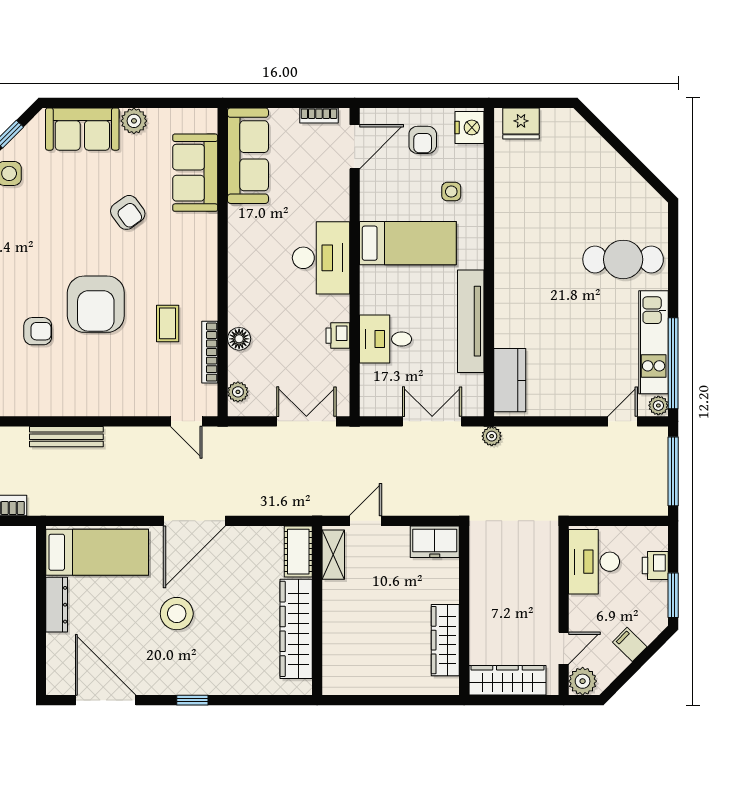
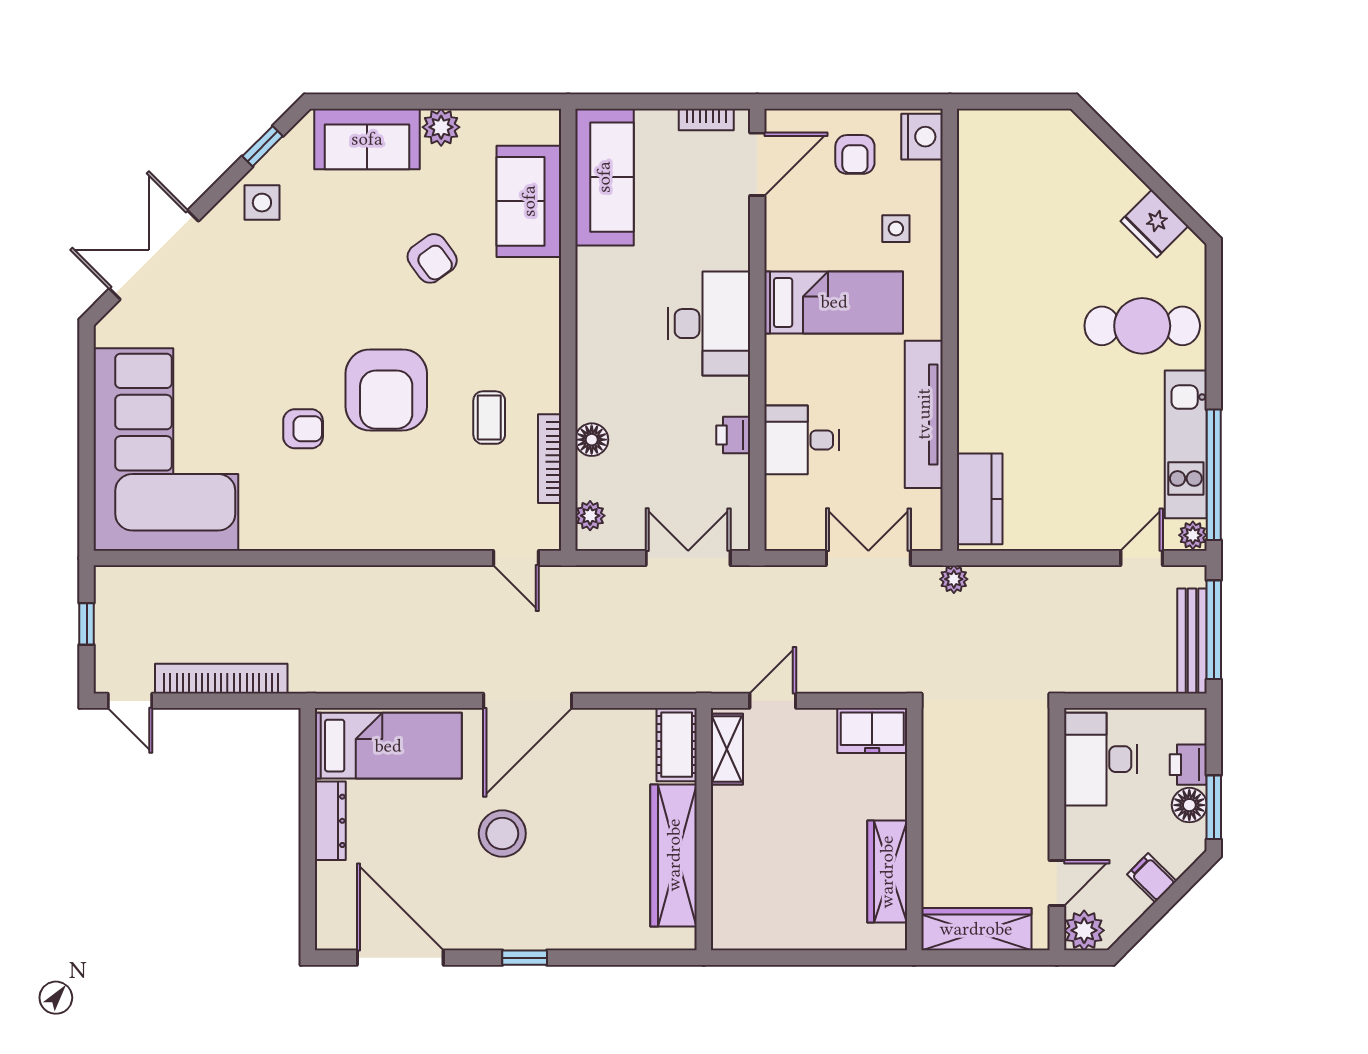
fridge: (521, 123) -> (1154, 224), moved, turned 45
bench: (66, 437) -> (1192, 641), moved, turned 90
floor lamp: (656, 594) -> (1189, 805), added

